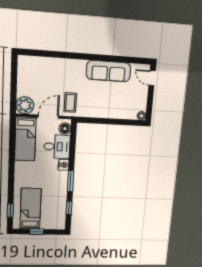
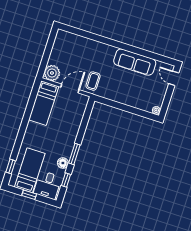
floor lamp: (65, 129) -> (63, 163), moved
desk: (57, 147) -> (48, 185), moved, turned 90
nightstand: (64, 165) -> (72, 137), removed

